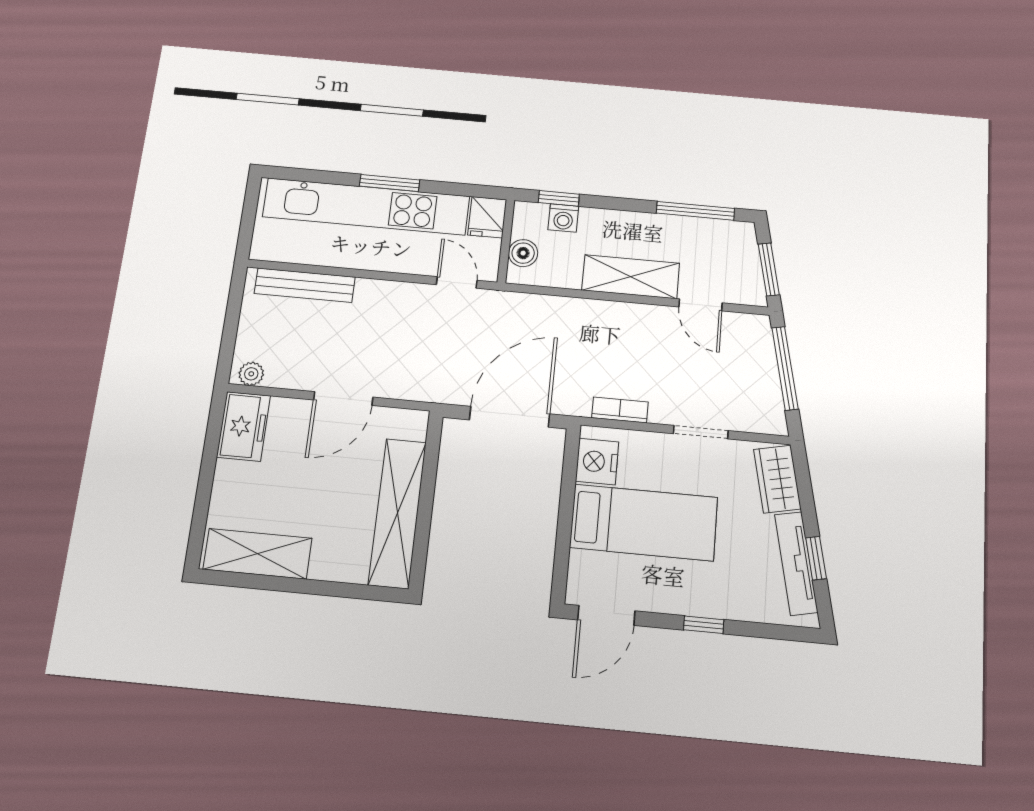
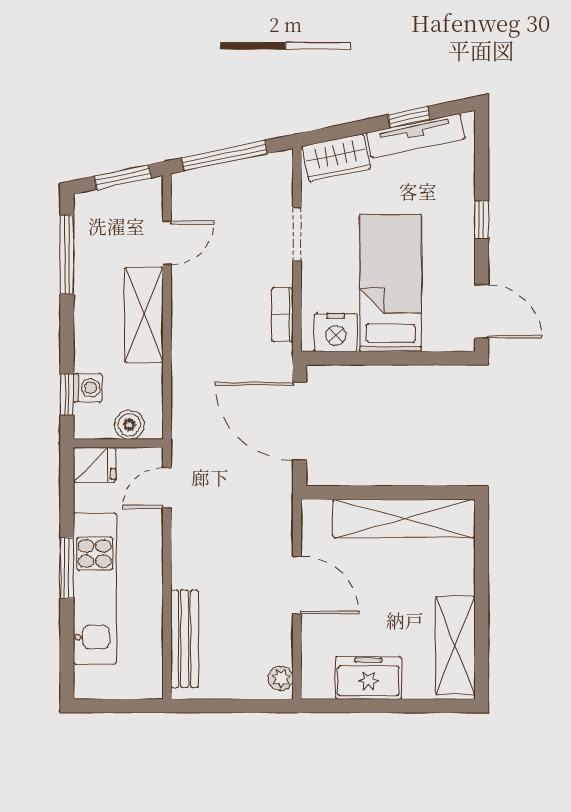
kitchen unit: (366, 206) -> (95, 589), width x0.73
freezer: (243, 426) -> (368, 678), moved

